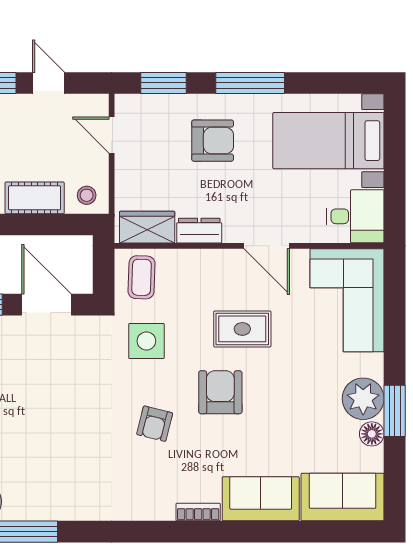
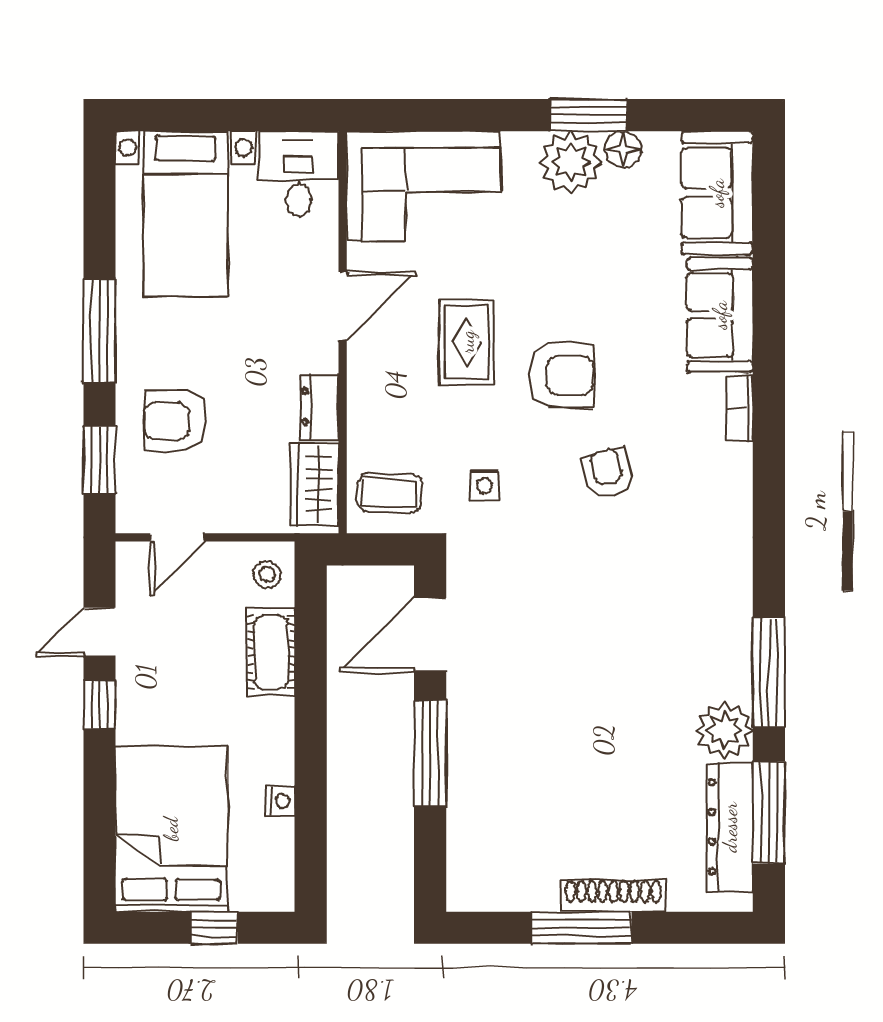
armchair: (213, 141) -> (175, 421), moved, turned -90
side table: (146, 341) -> (484, 485), width x0.54, depth x0.54
armchair: (220, 392) -> (561, 375), turned 180
armchair: (155, 424) -> (608, 473), turned -118

